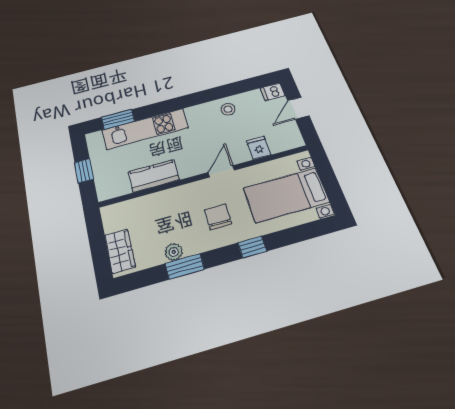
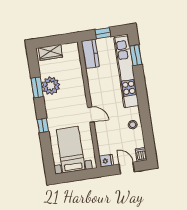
kitchen unit: (145, 129) -> (126, 72), width x1.36
fridge: (259, 148) -> (106, 161), moved
kitchen counter: (154, 176) -> (90, 54), moved
chair: (218, 217) -> (63, 109), removed
plant: (174, 252) -> (51, 86), width x1.88, depth x1.88

